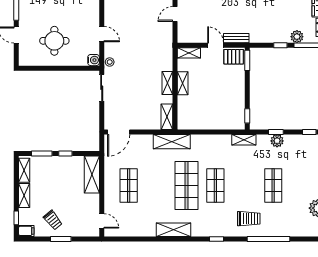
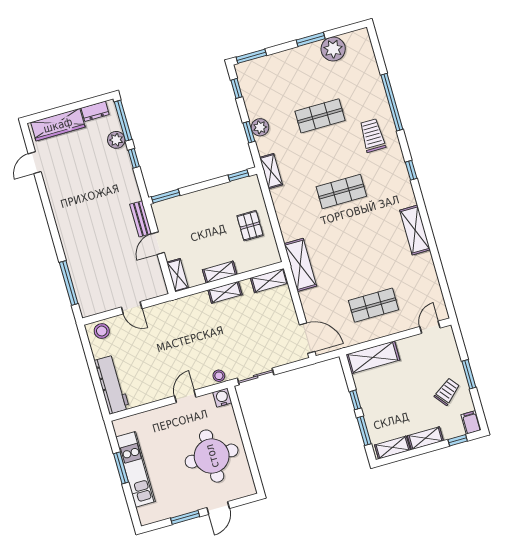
round table: (54, 41) -> (212, 456), width x1.36, depth x1.36
pallet: (234, 57) -> (250, 226), moved
shop shelf: (186, 185) -> (352, 229), removed

